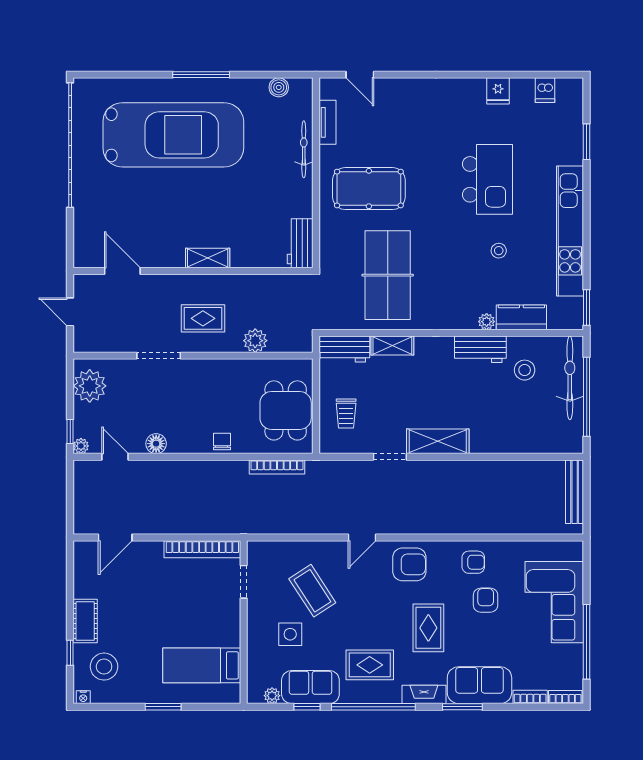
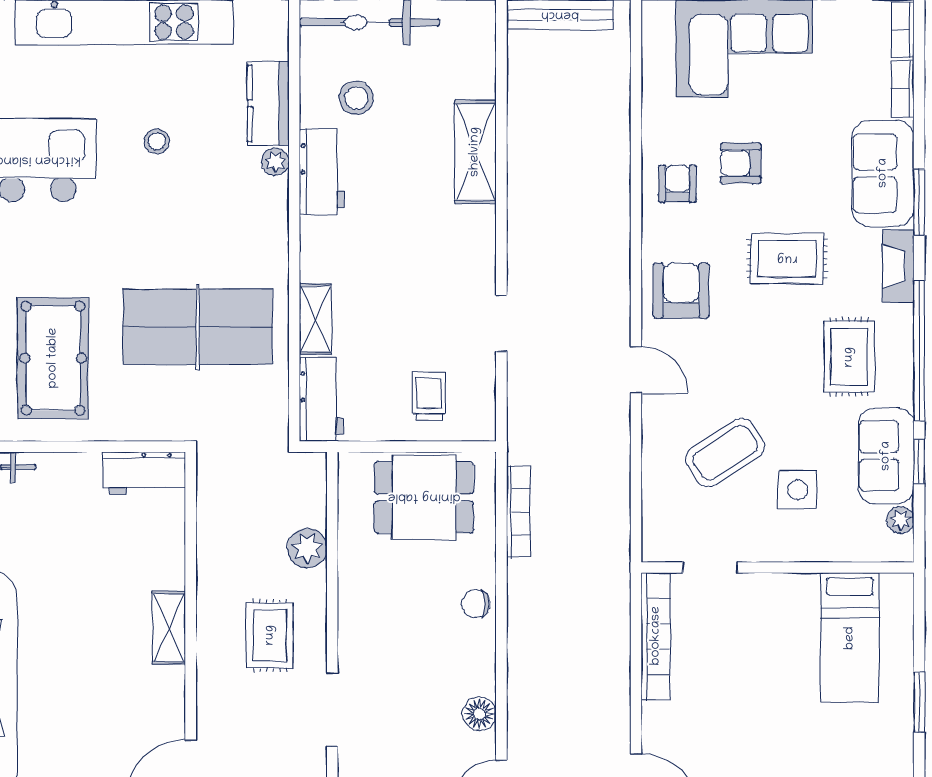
trolley: (346, 414) -> (429, 396), turned -90
shelving: (438, 441) -> (475, 152), moved

